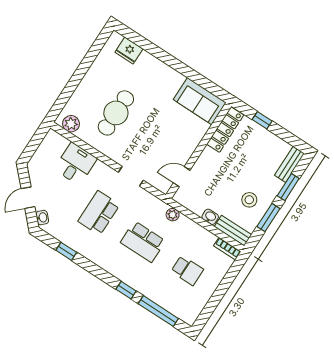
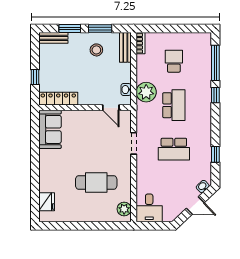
desk: (75, 164) -> (149, 208), moved, turned -90
plant: (173, 215) -> (146, 92), width x1.88, depth x1.88
washbasin: (210, 217) -> (126, 90), moved

